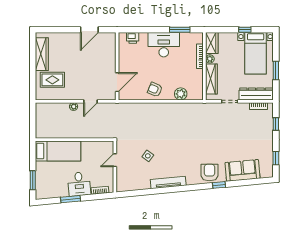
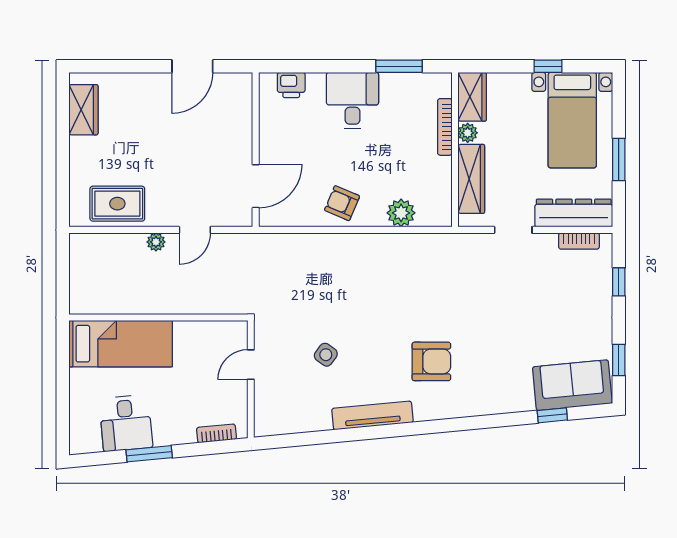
desk: (164, 45) -> (353, 100), width x0.73
wardrobe: (42, 54) -> (83, 110), width x0.67
rug: (52, 80) -> (117, 204), moved
sofa: (243, 170) -> (572, 385), moved
armchair: (209, 173) -> (431, 361), moved, turned 90
window: (33, 180) -> (63, 411), removed
desk: (79, 184) -> (126, 423), moved
window: (219, 185) -> (552, 415), moved

